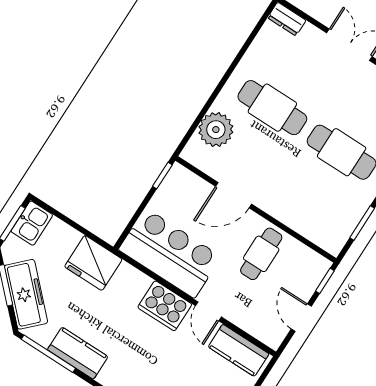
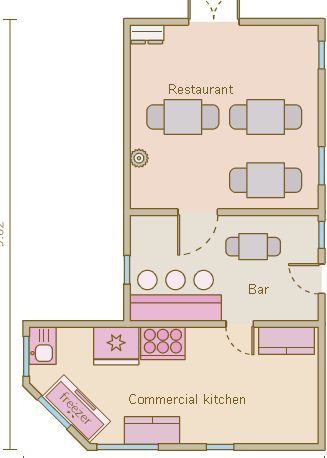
plant: (216, 130) -> (139, 158), width x0.53, depth x0.53
window: (162, 176) -> (127, 270), moved
cafe table: (307, 205) -> (266, 180), added
cafe table: (261, 254) -> (253, 247), turned 90
cooker: (165, 306) -> (163, 343), moved

